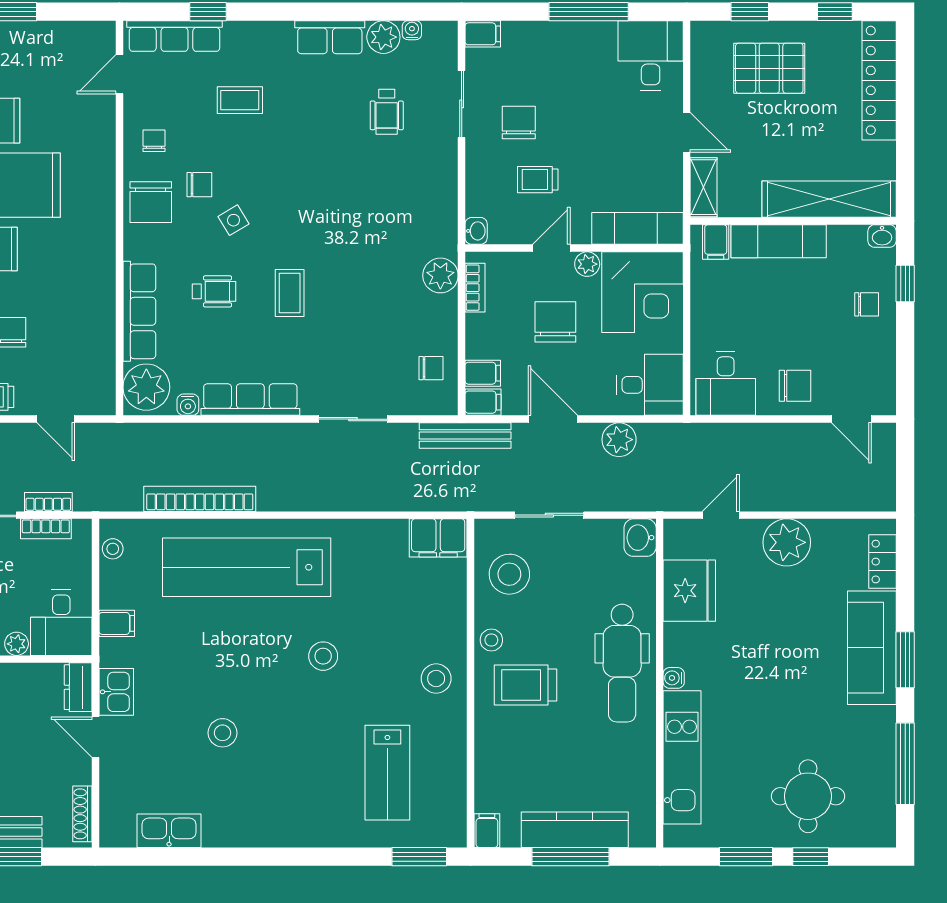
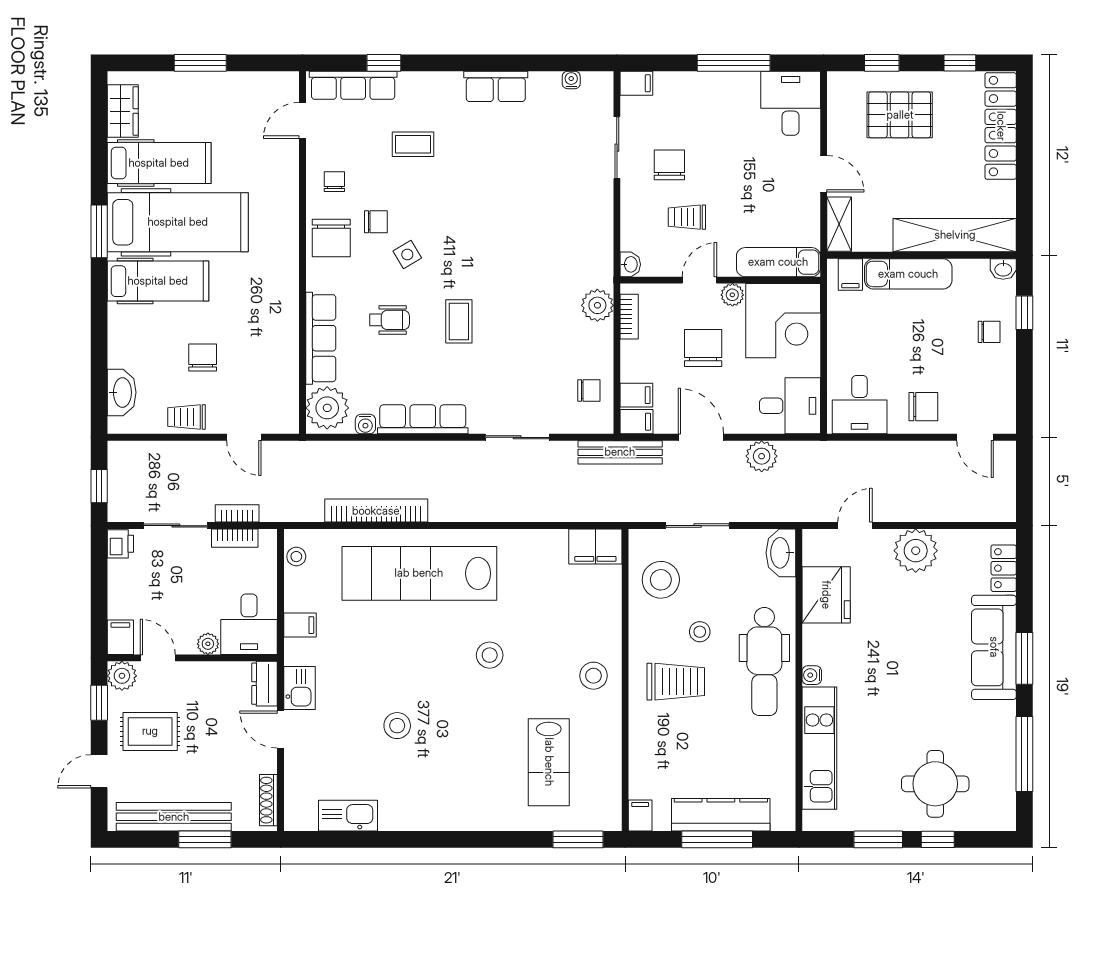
plant: (383, 37) -> (545, 86), removed
wheelchair: (387, 112) -> (548, 155), removed
washbasin: (640, 538) -> (781, 553), width x1.38
stool: (491, 640) -> (700, 632), moved
trolley: (526, 685) -> (676, 682), turned 180

